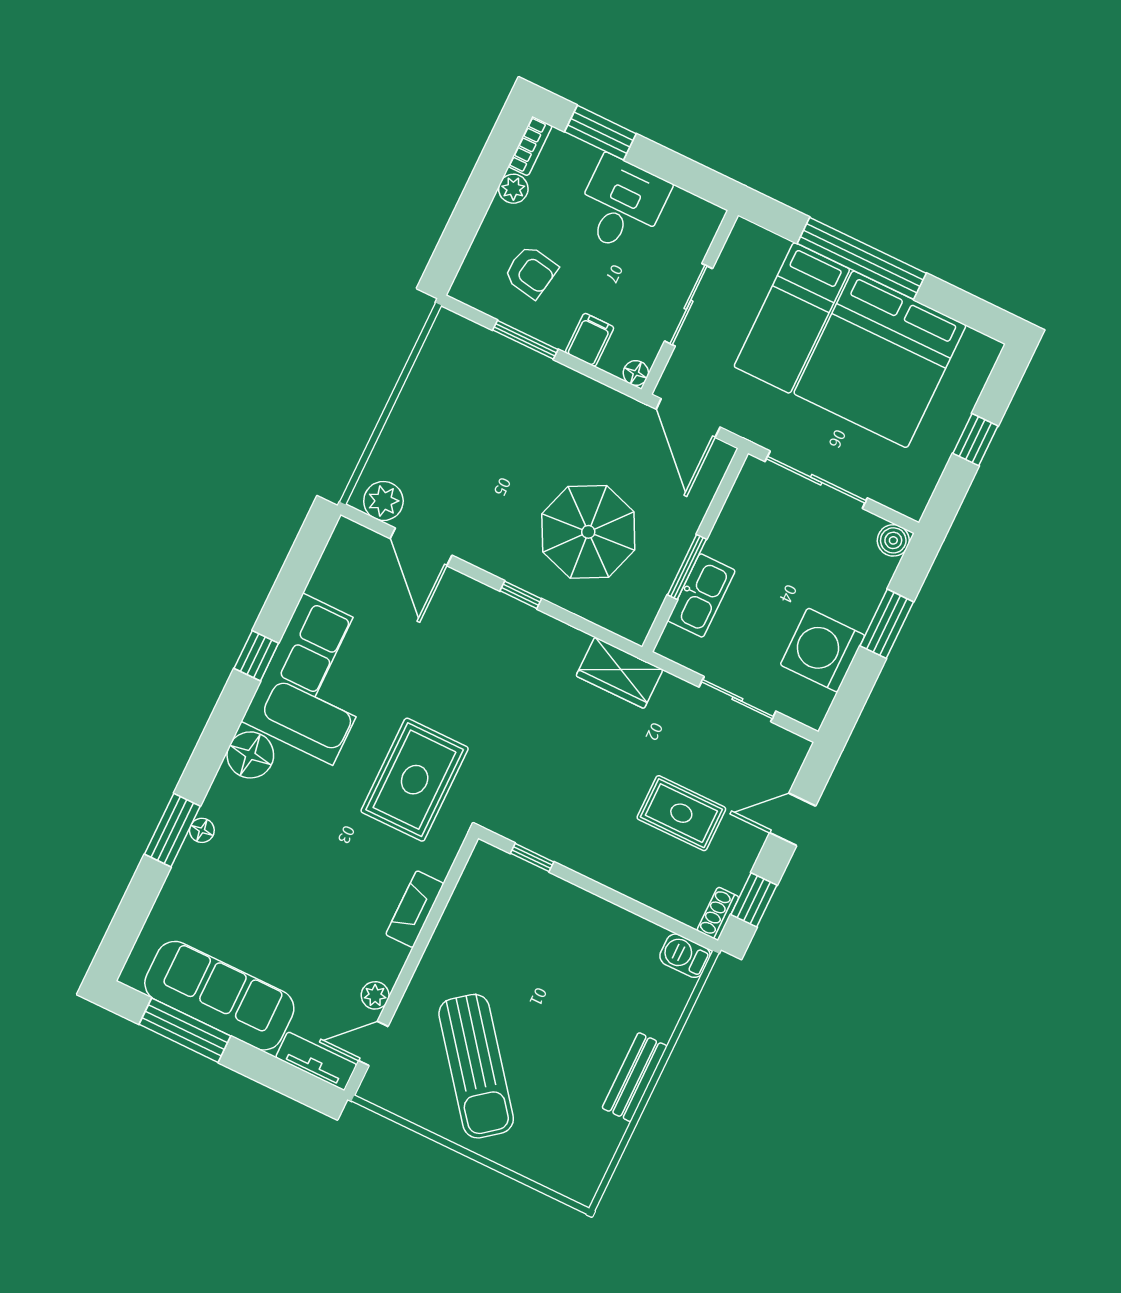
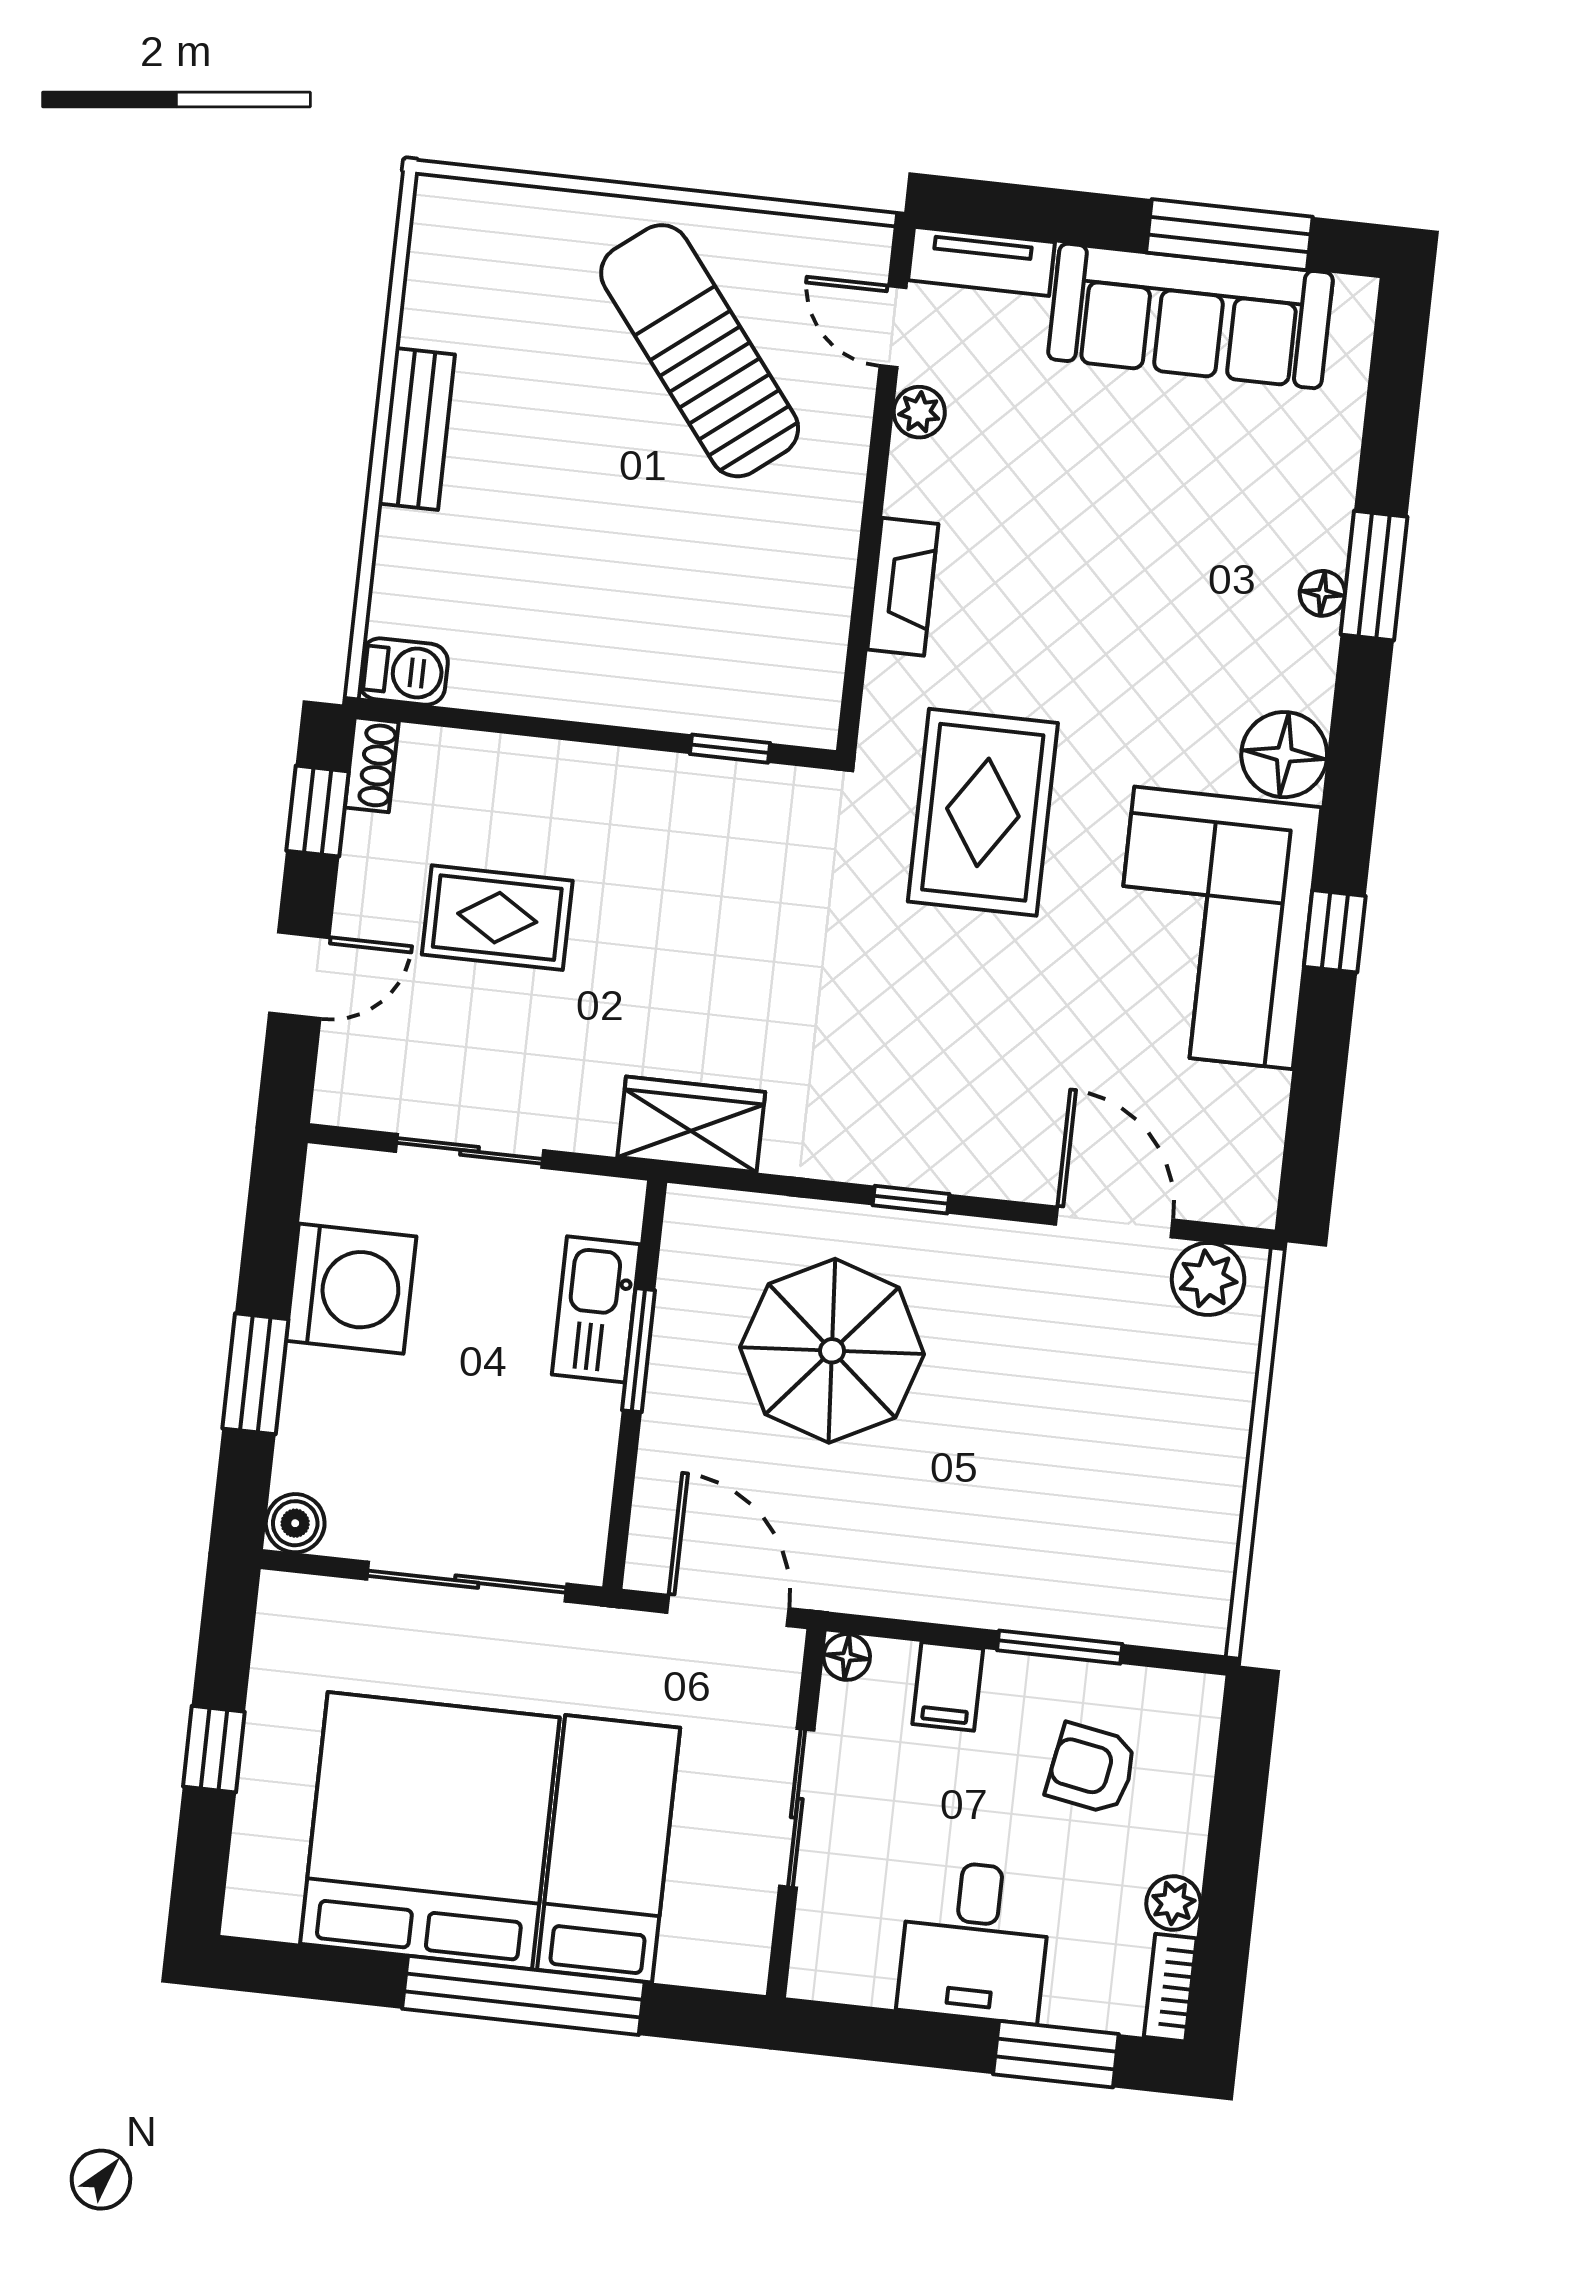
door: (373, 1044) -> (893, 327), swing flipped

